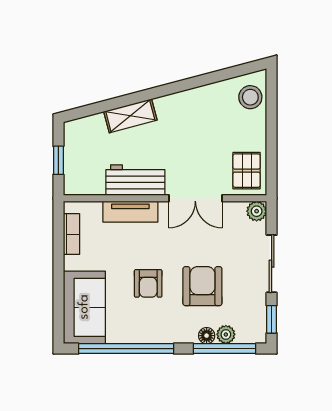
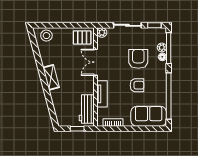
shelving: (130, 116) -> (51, 77), moved
workbench: (135, 180) -> (87, 109), moved
double door: (195, 198) -> (96, 62), swing flipped
armchair: (202, 286) -> (138, 59), turned 90

